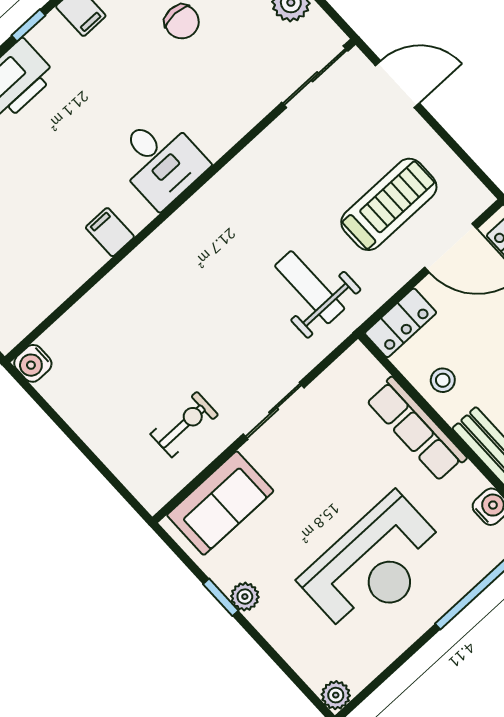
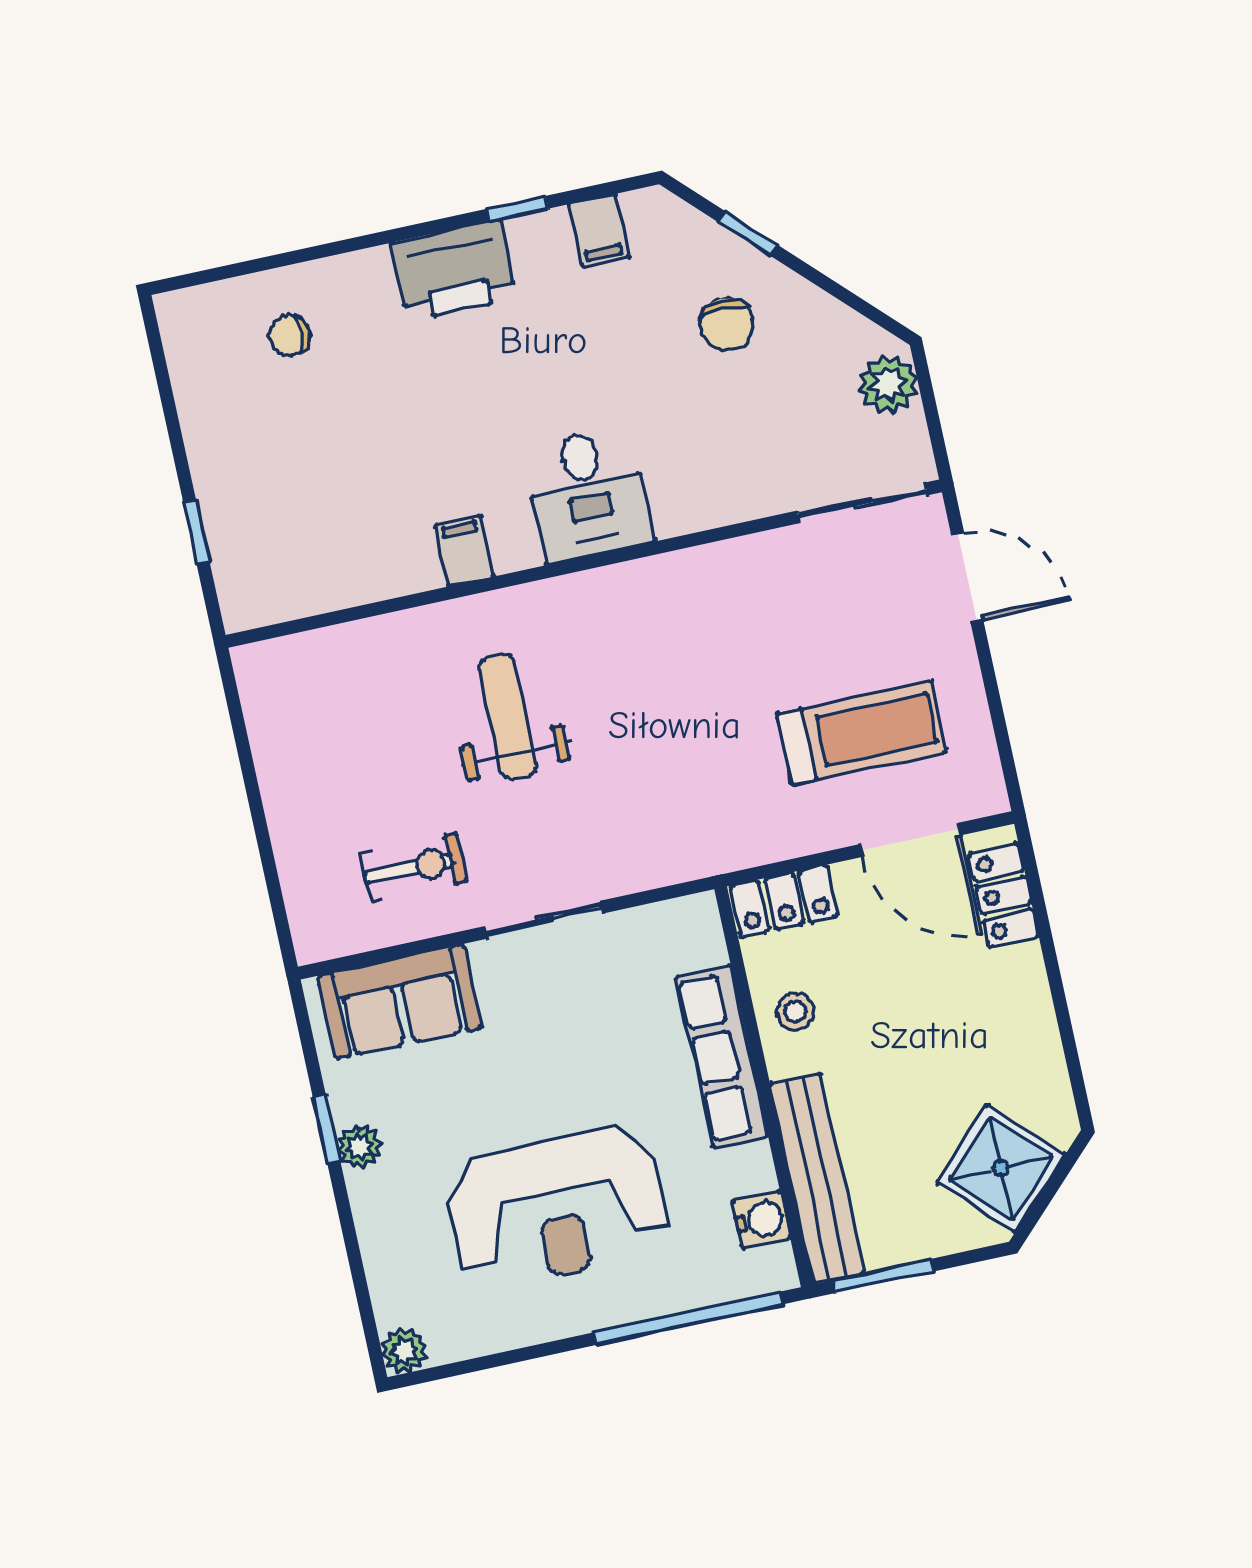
weight bench: (310, 287) -> (508, 717), moved
water cooler: (33, 363) -> (258, 667), removed

